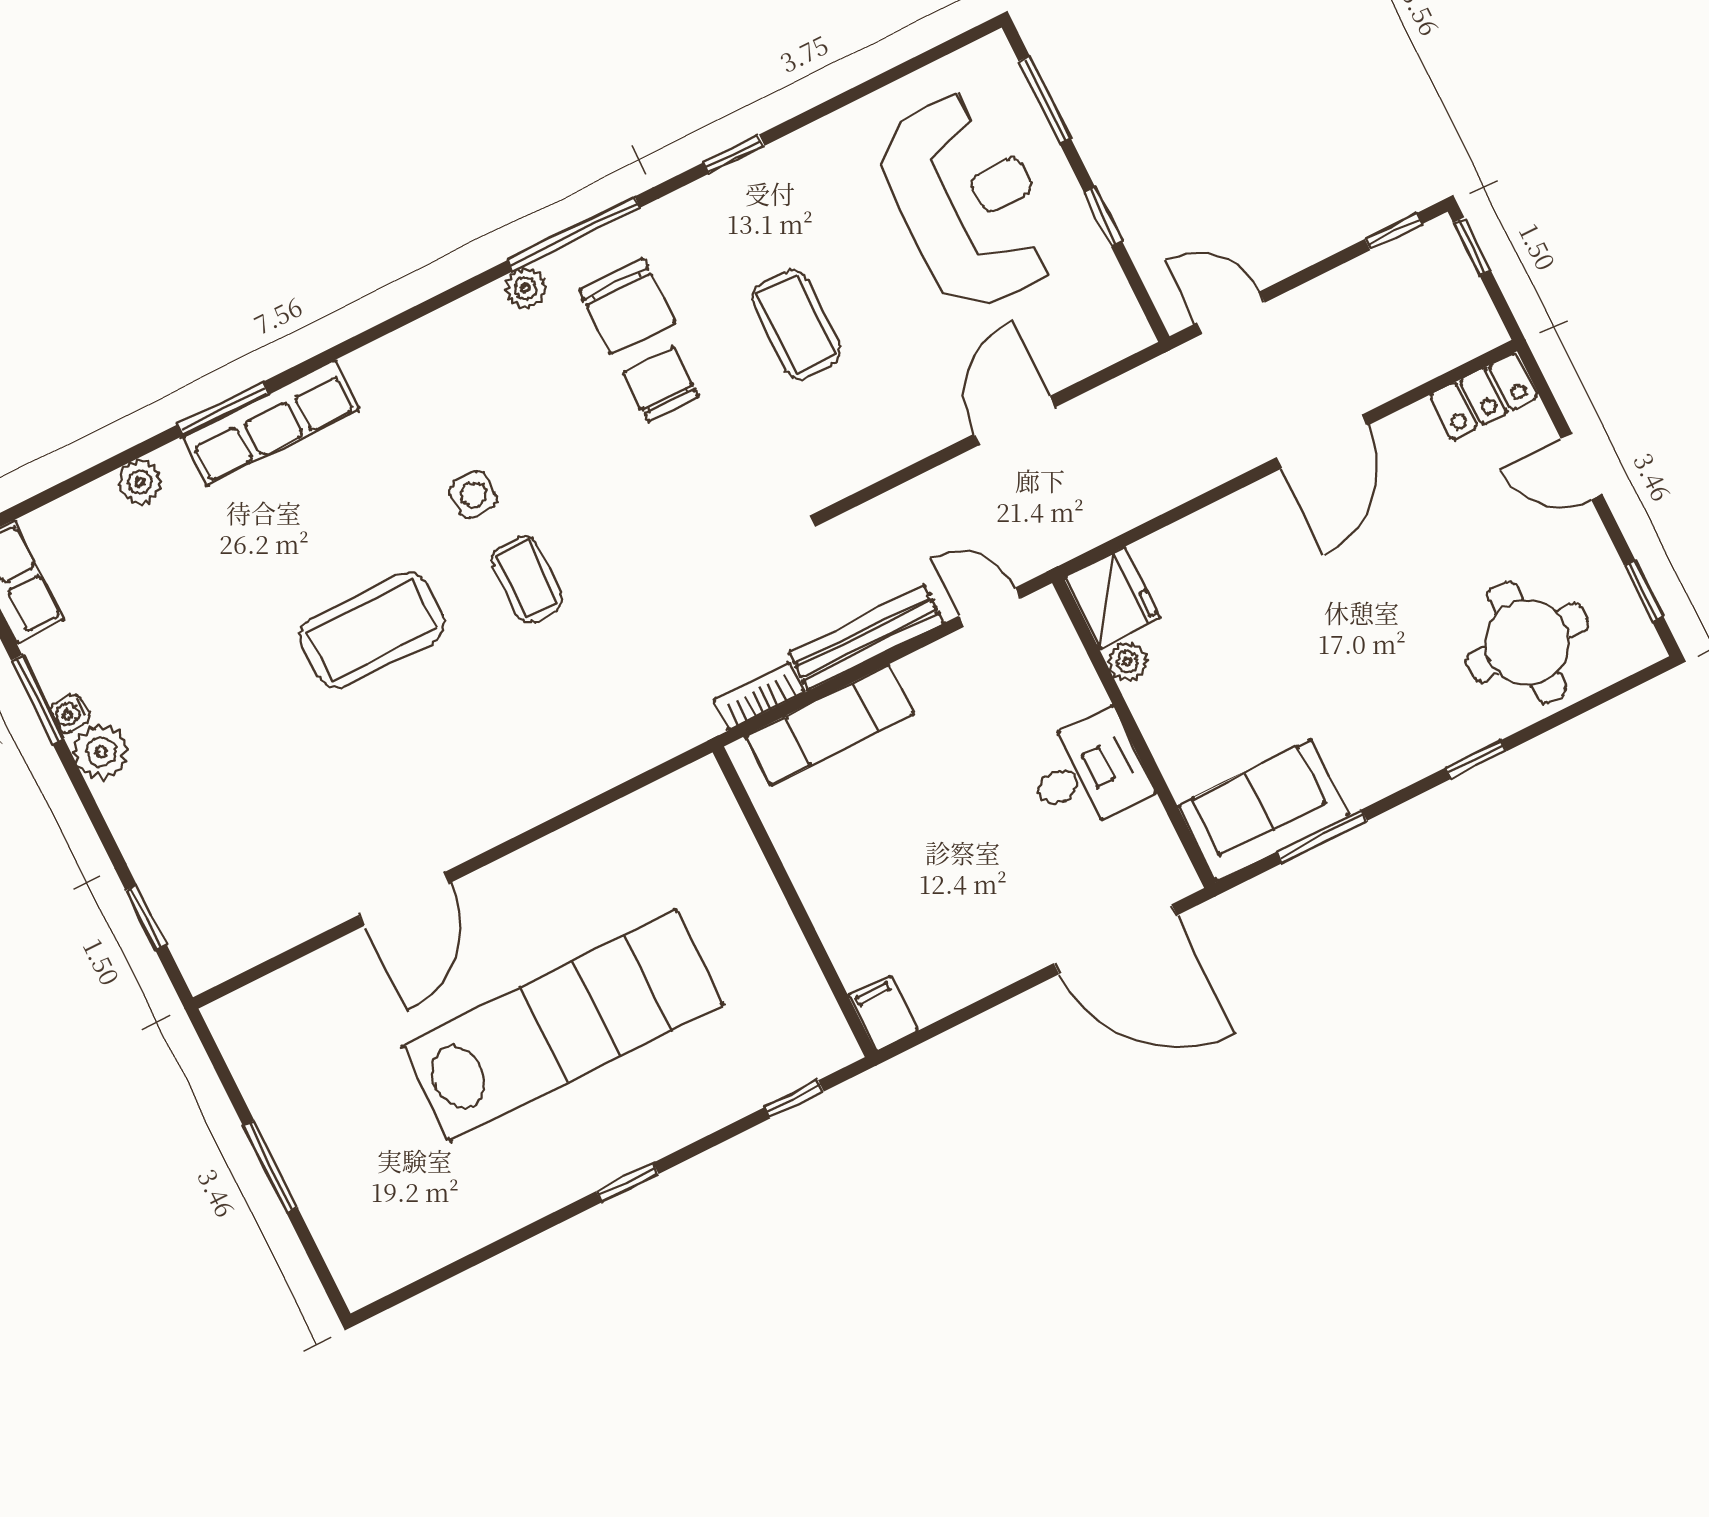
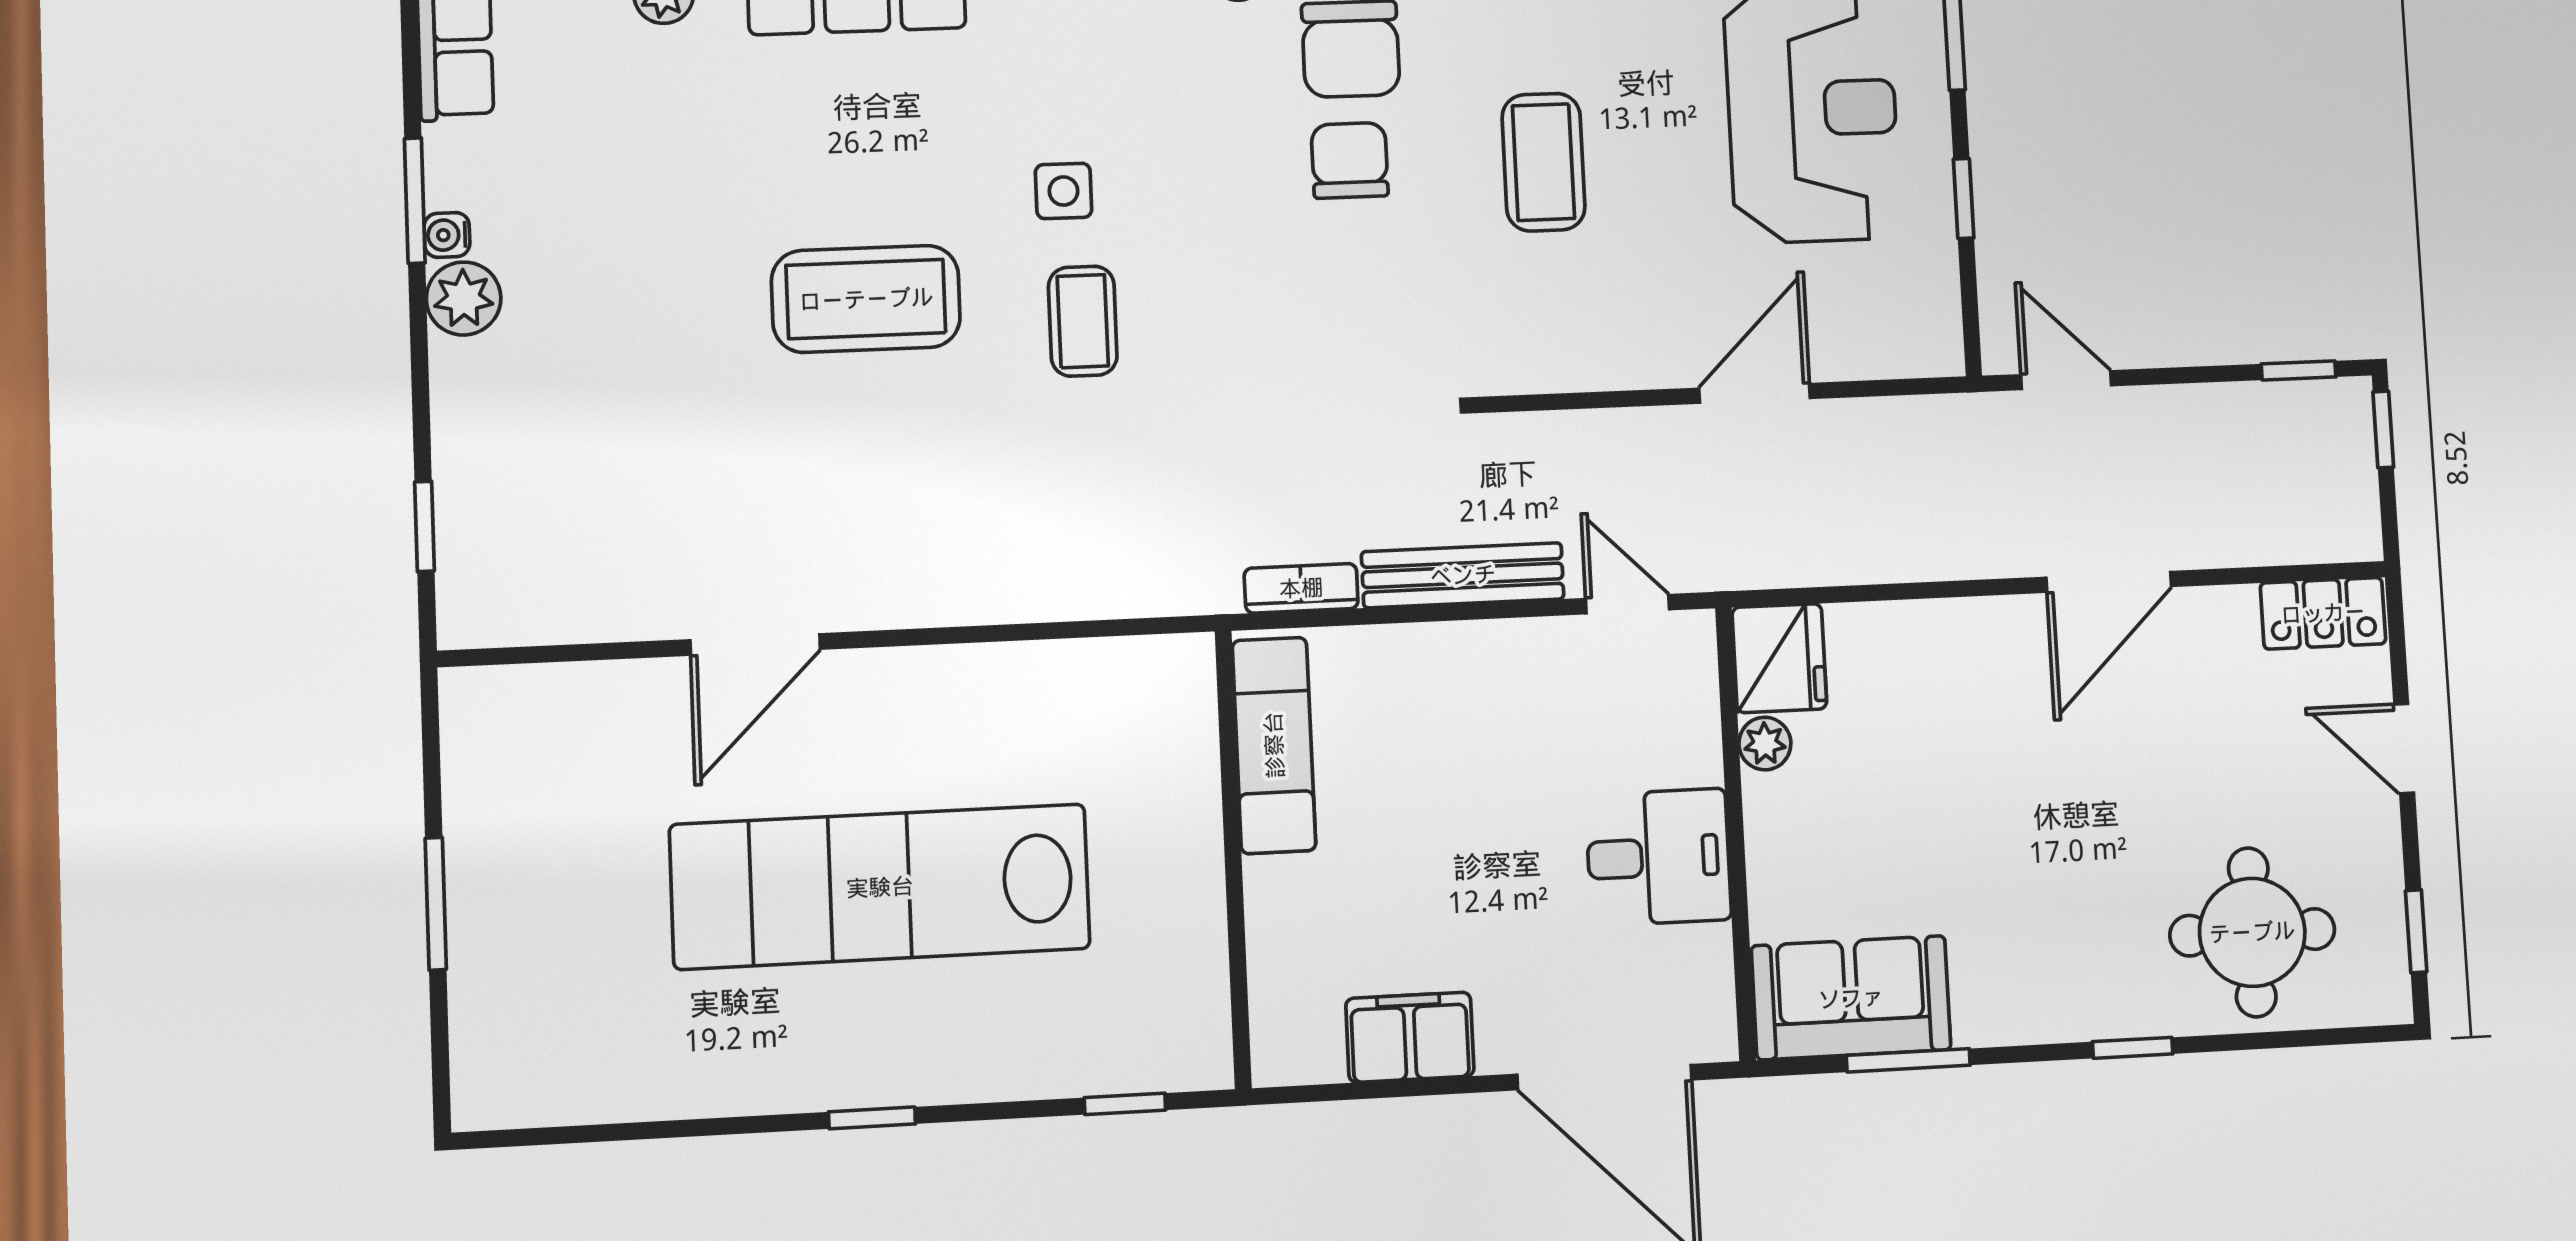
exam couch: (830, 725) -> (1274, 745), moved, turned -90
filing cabinet: (883, 1013) -> (1410, 1037), moved, width x2.00
lab bench: (563, 1025) -> (880, 887), turned 180

